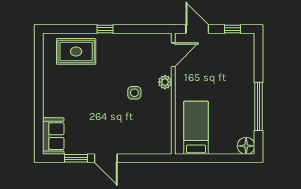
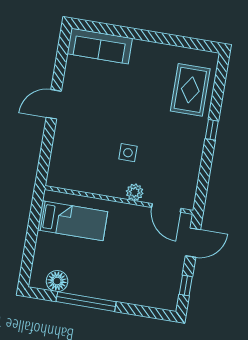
sofa: (53, 136) -> (100, 46), width x1.36
floor lamp: (246, 146) -> (57, 281), moved
window: (76, 158) -> (60, 68), removed

